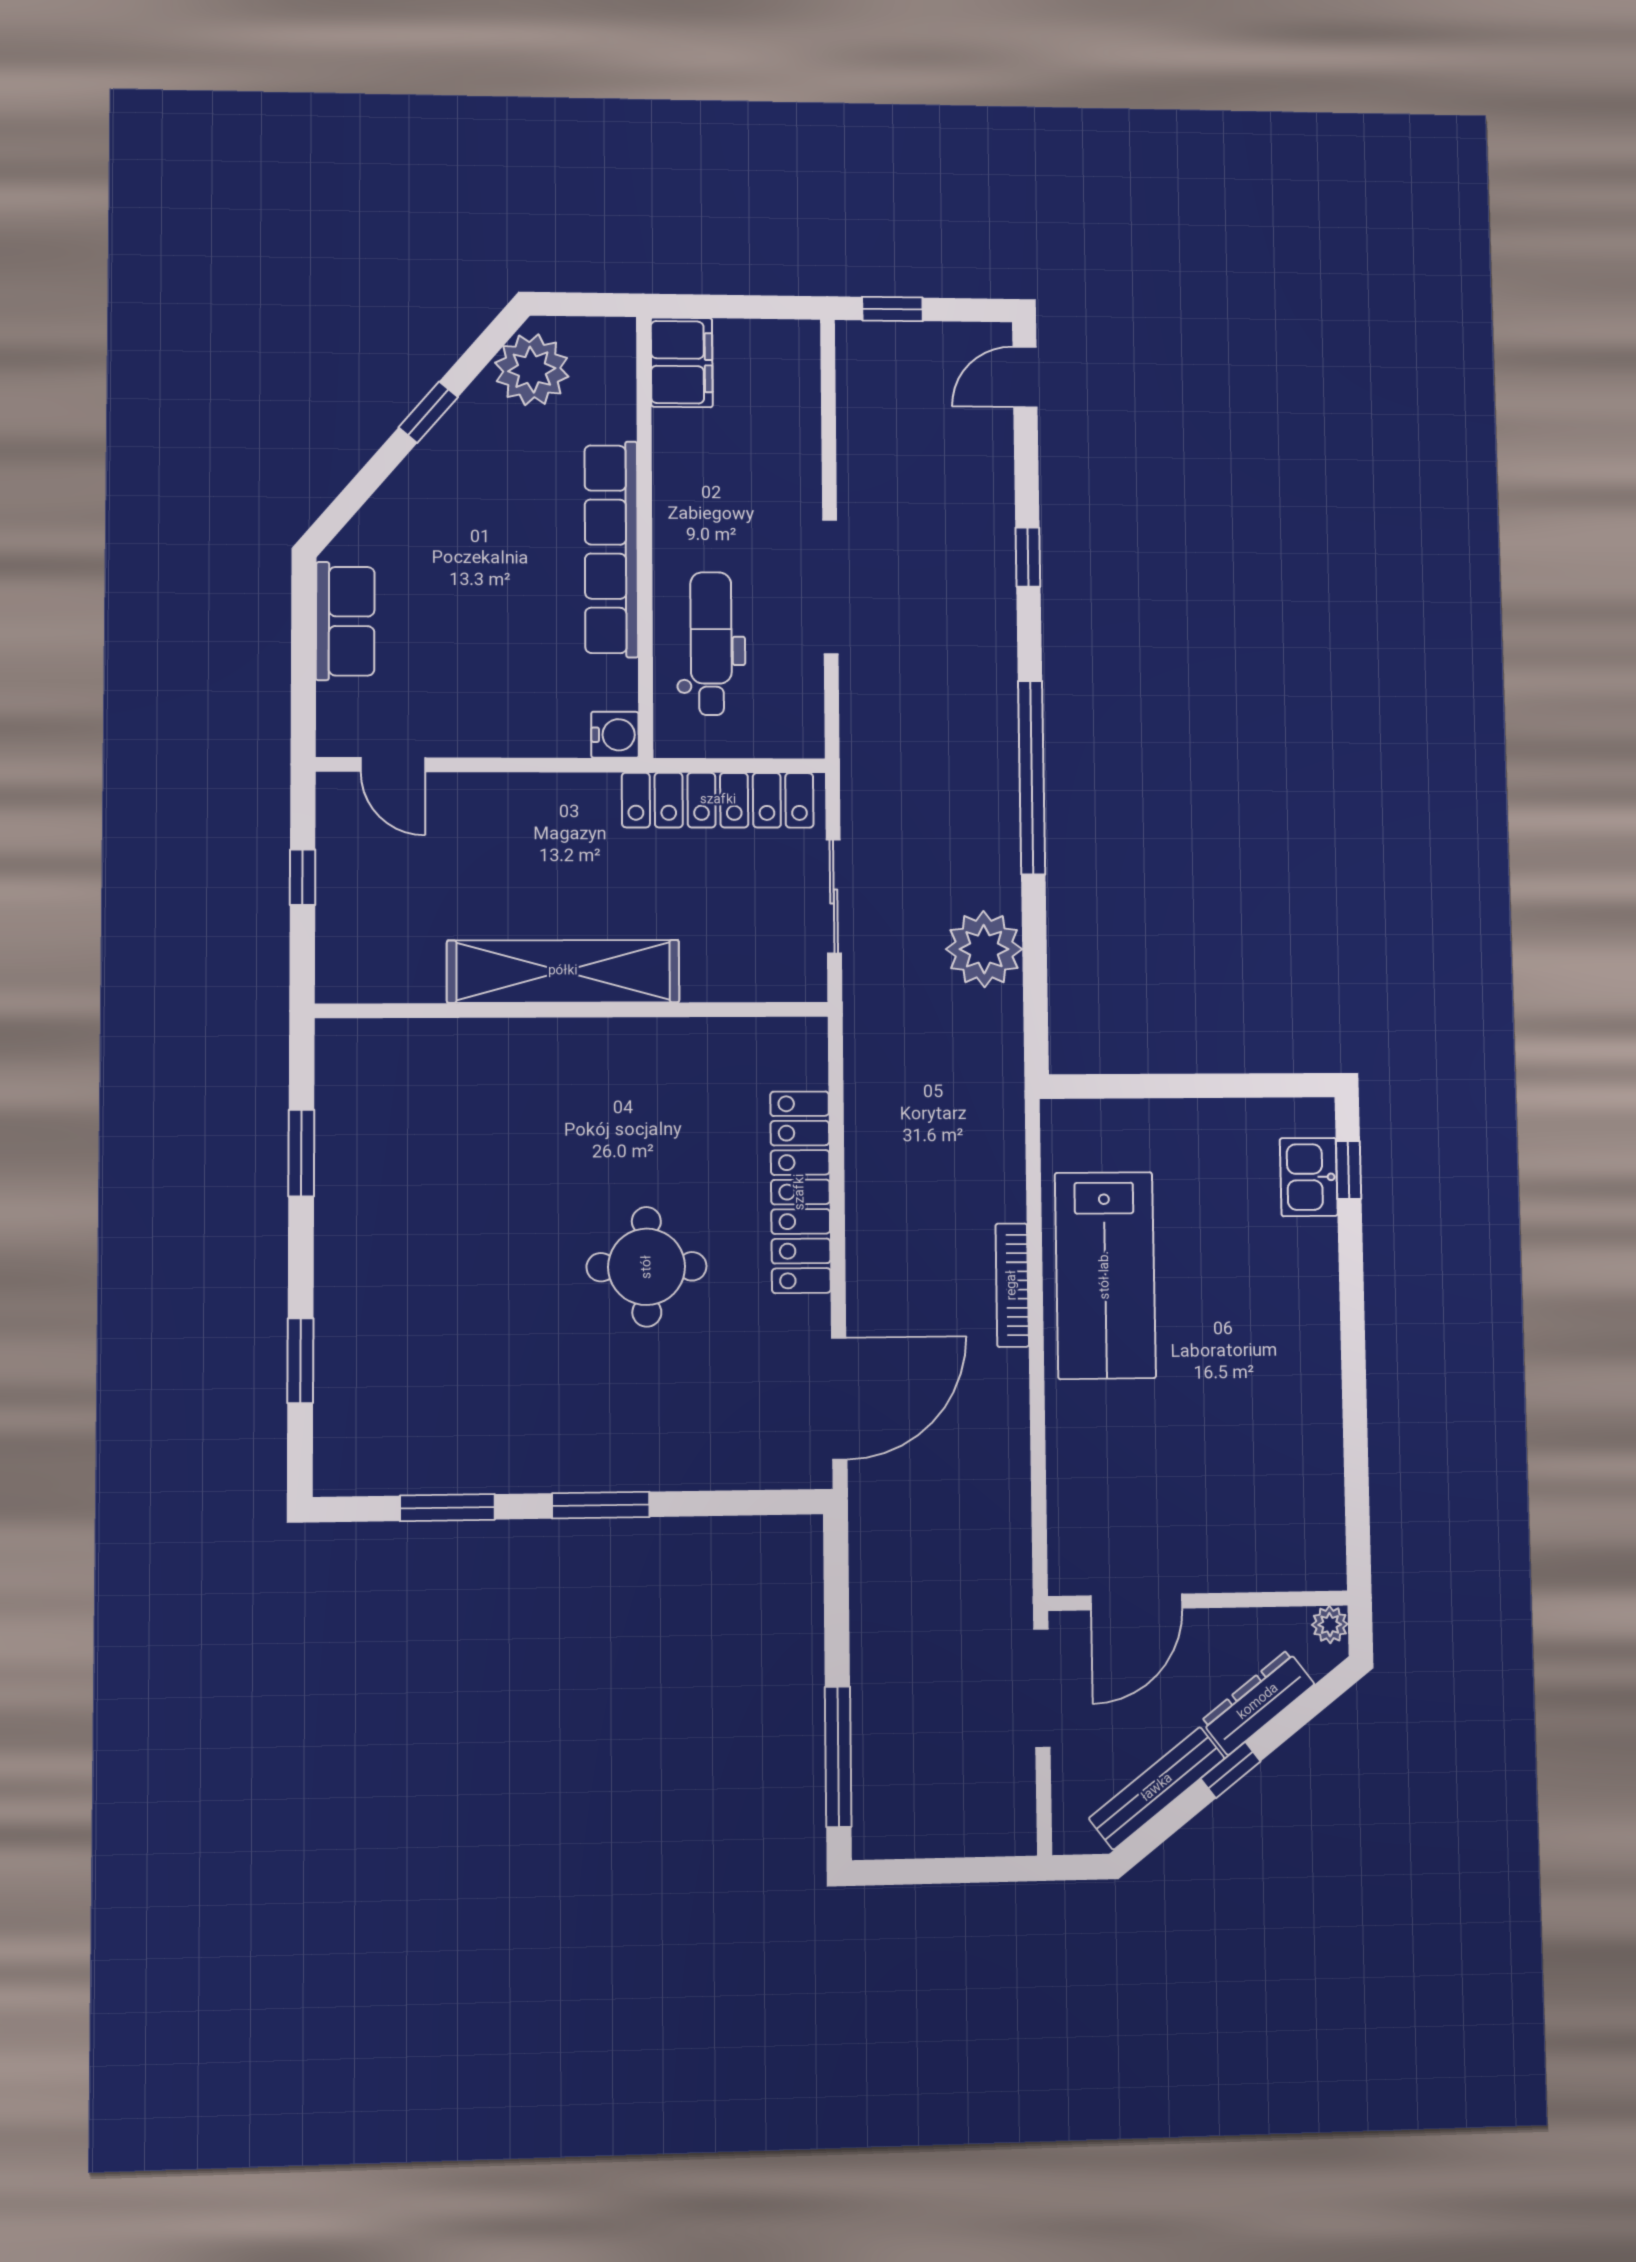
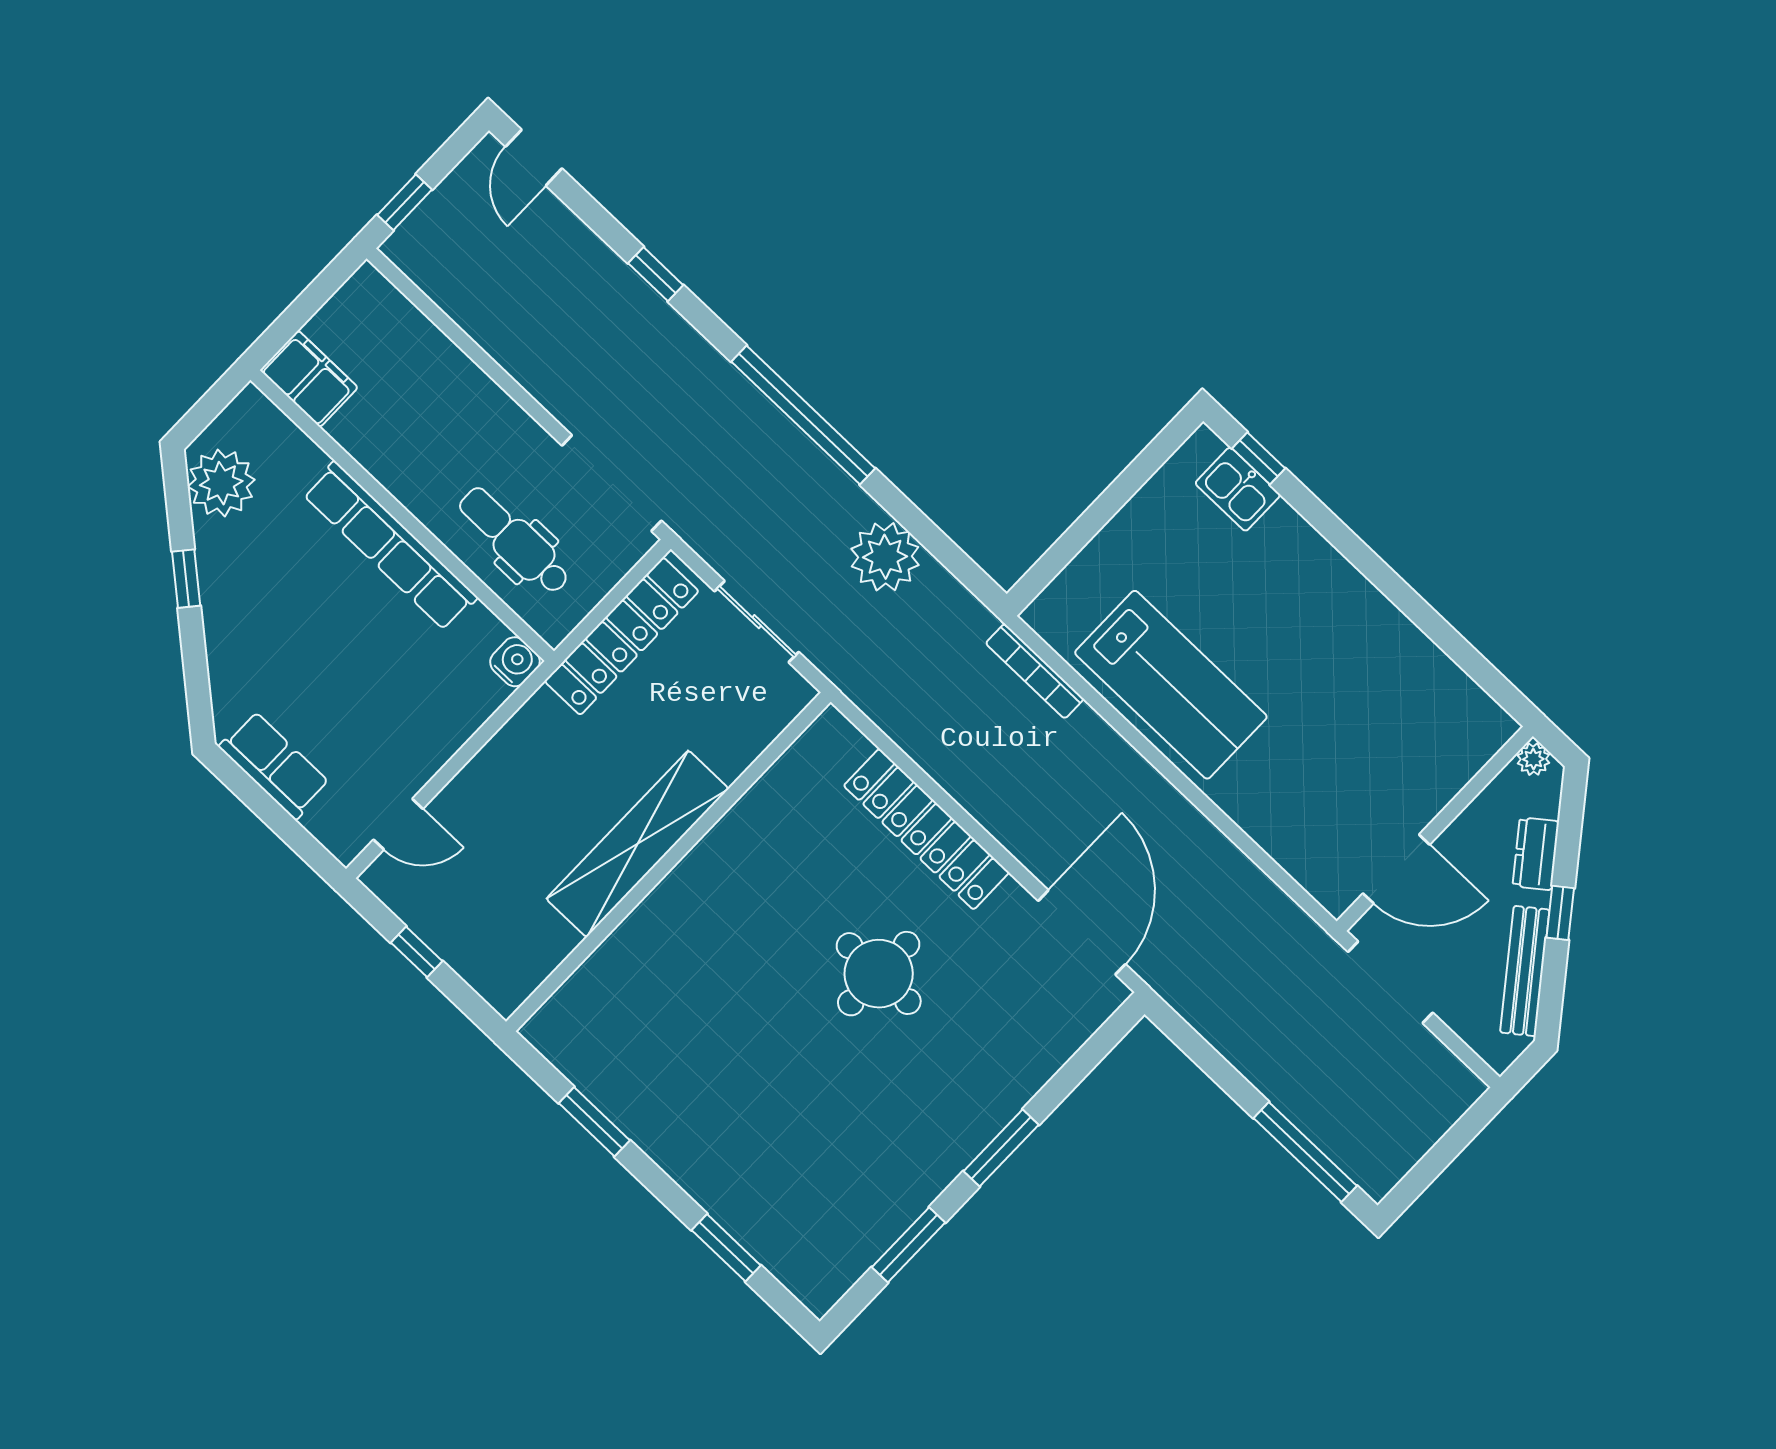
doorway: (830, 587) -> (612, 483), moved
bookcase: (1012, 1285) -> (1035, 671), moved
door: (1136, 1602) -> (1396, 869), hinge flipped
dresser: (1258, 1702) -> (1536, 854), width x0.70

